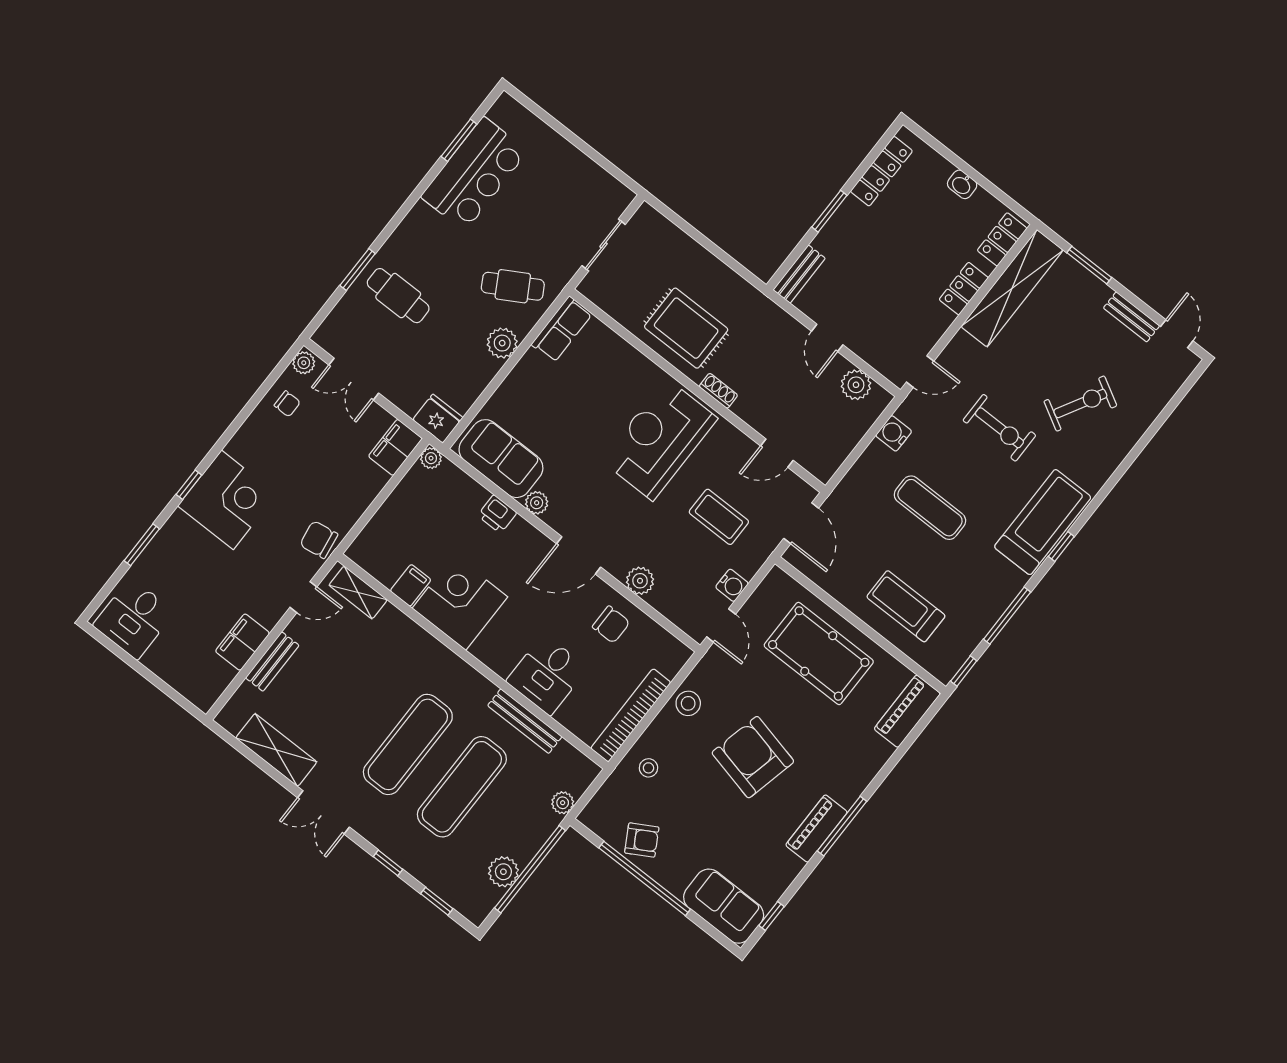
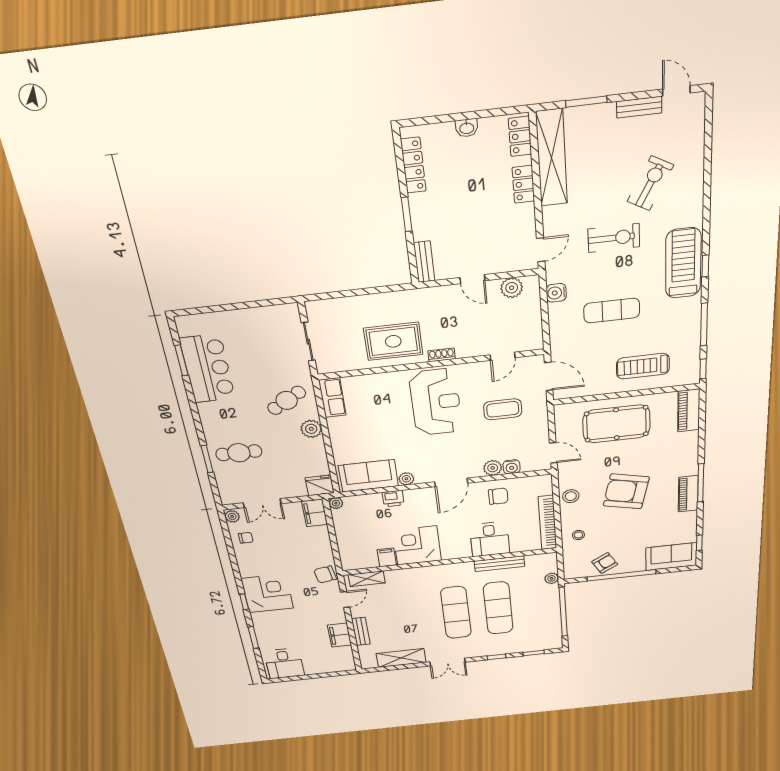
reception desk: (659, 439) -> (436, 402), turned 180
water cooler: (732, 585) -> (512, 467), moved, turned 90
plant: (503, 872) -> (552, 622), removed

